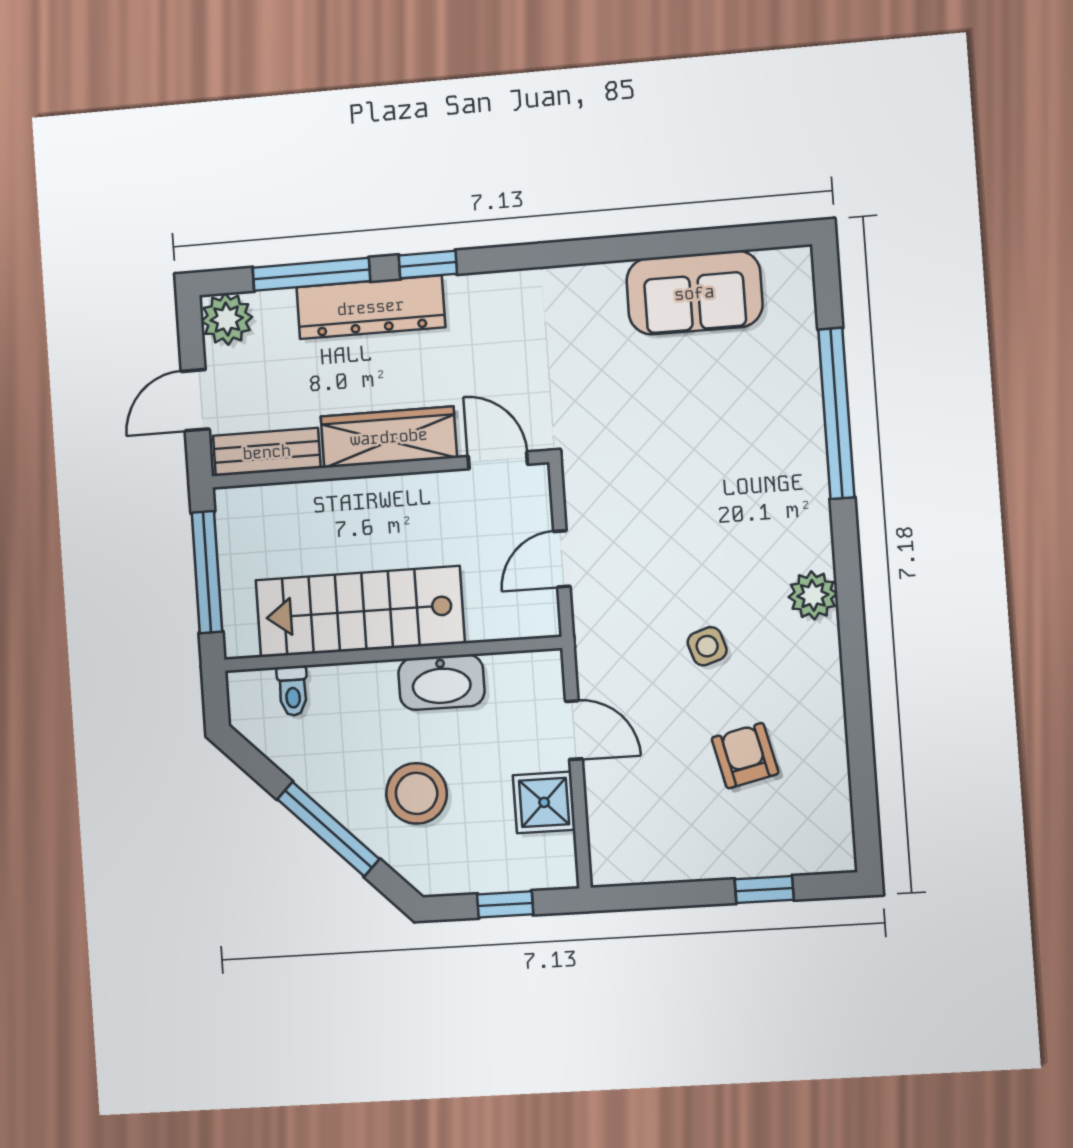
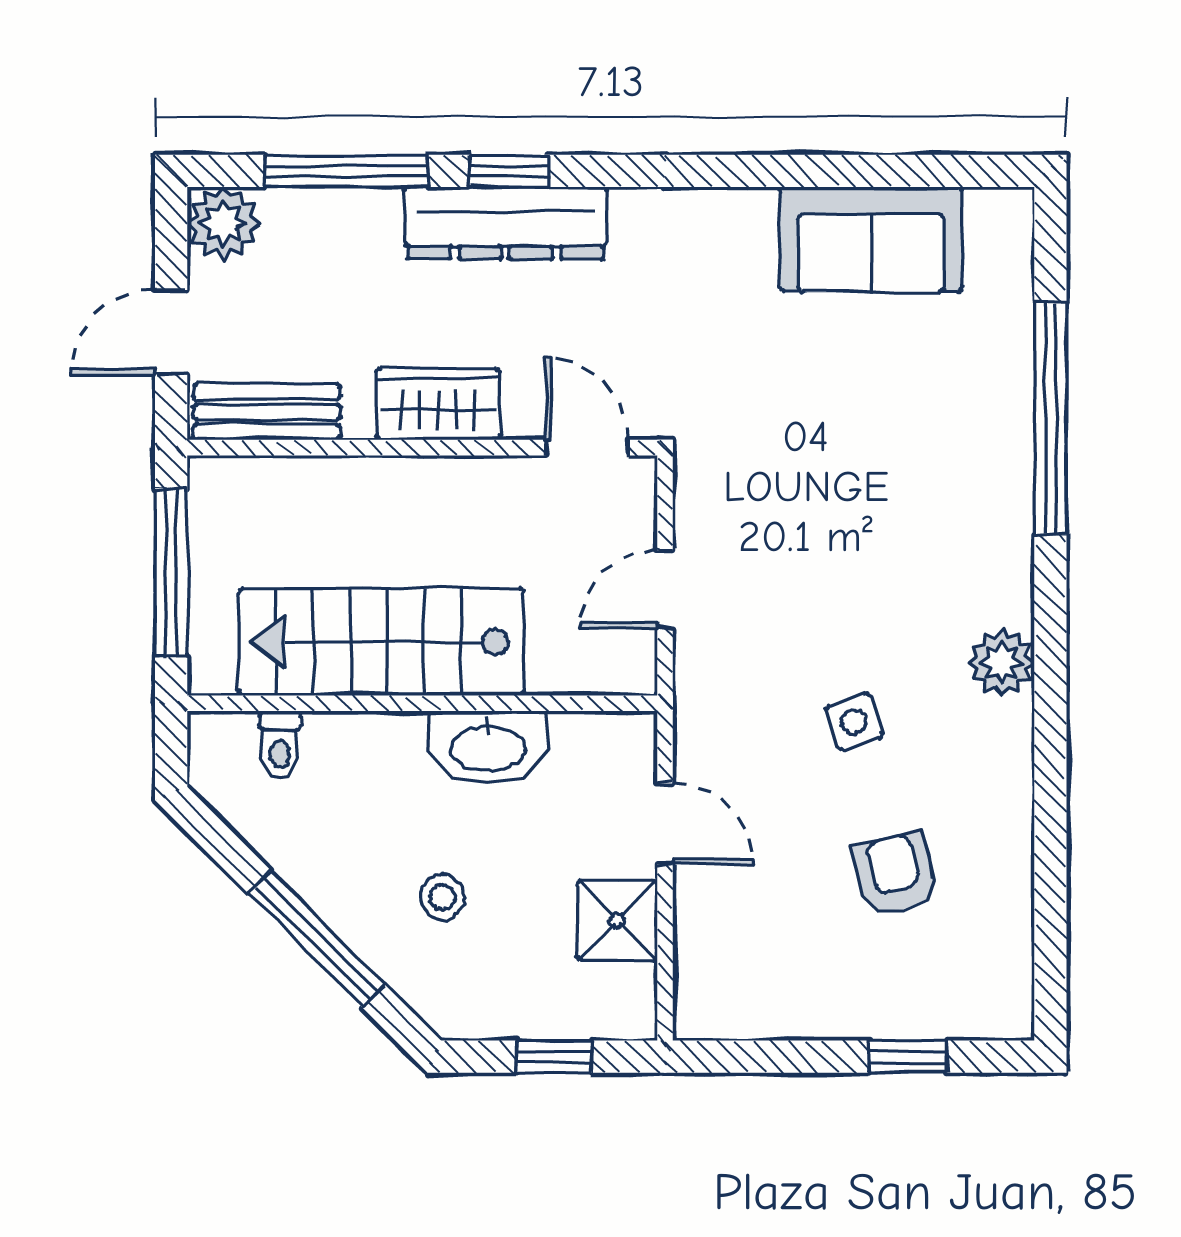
dresser: (371, 307) -> (506, 223), moved
wardrobe: (389, 437) -> (438, 404), width x0.67
stool: (417, 793) -> (443, 897), width x0.53, depth x0.53

